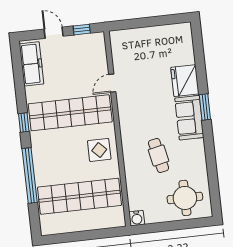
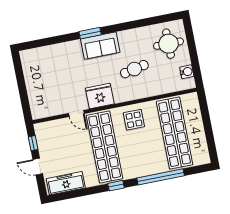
door: (54, 33) -> (38, 167), hinge flipped
fridge: (185, 81) -> (100, 96), moved, turned 180
water cooler: (137, 218) -> (187, 72), moved

